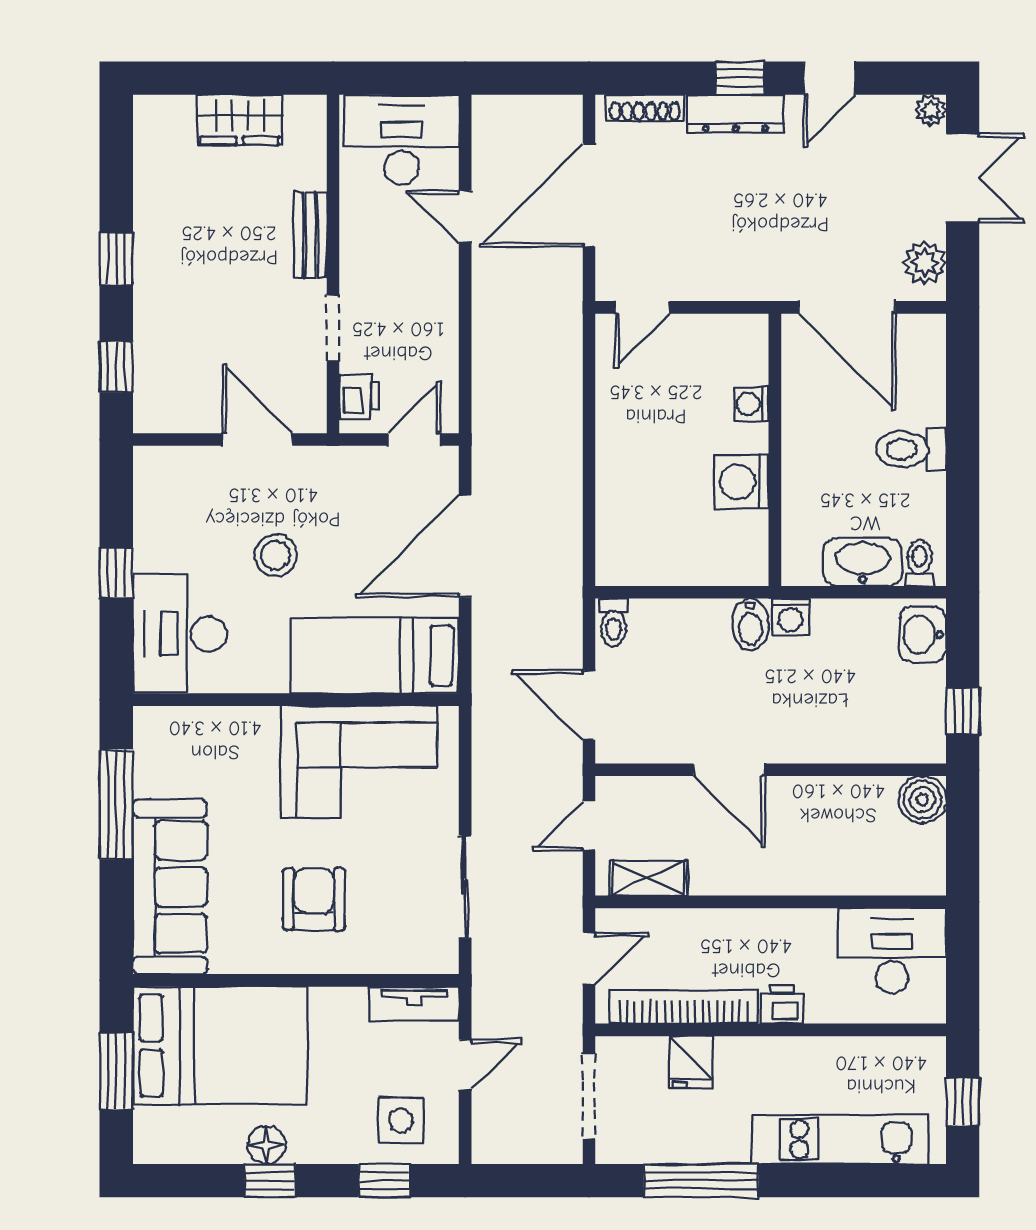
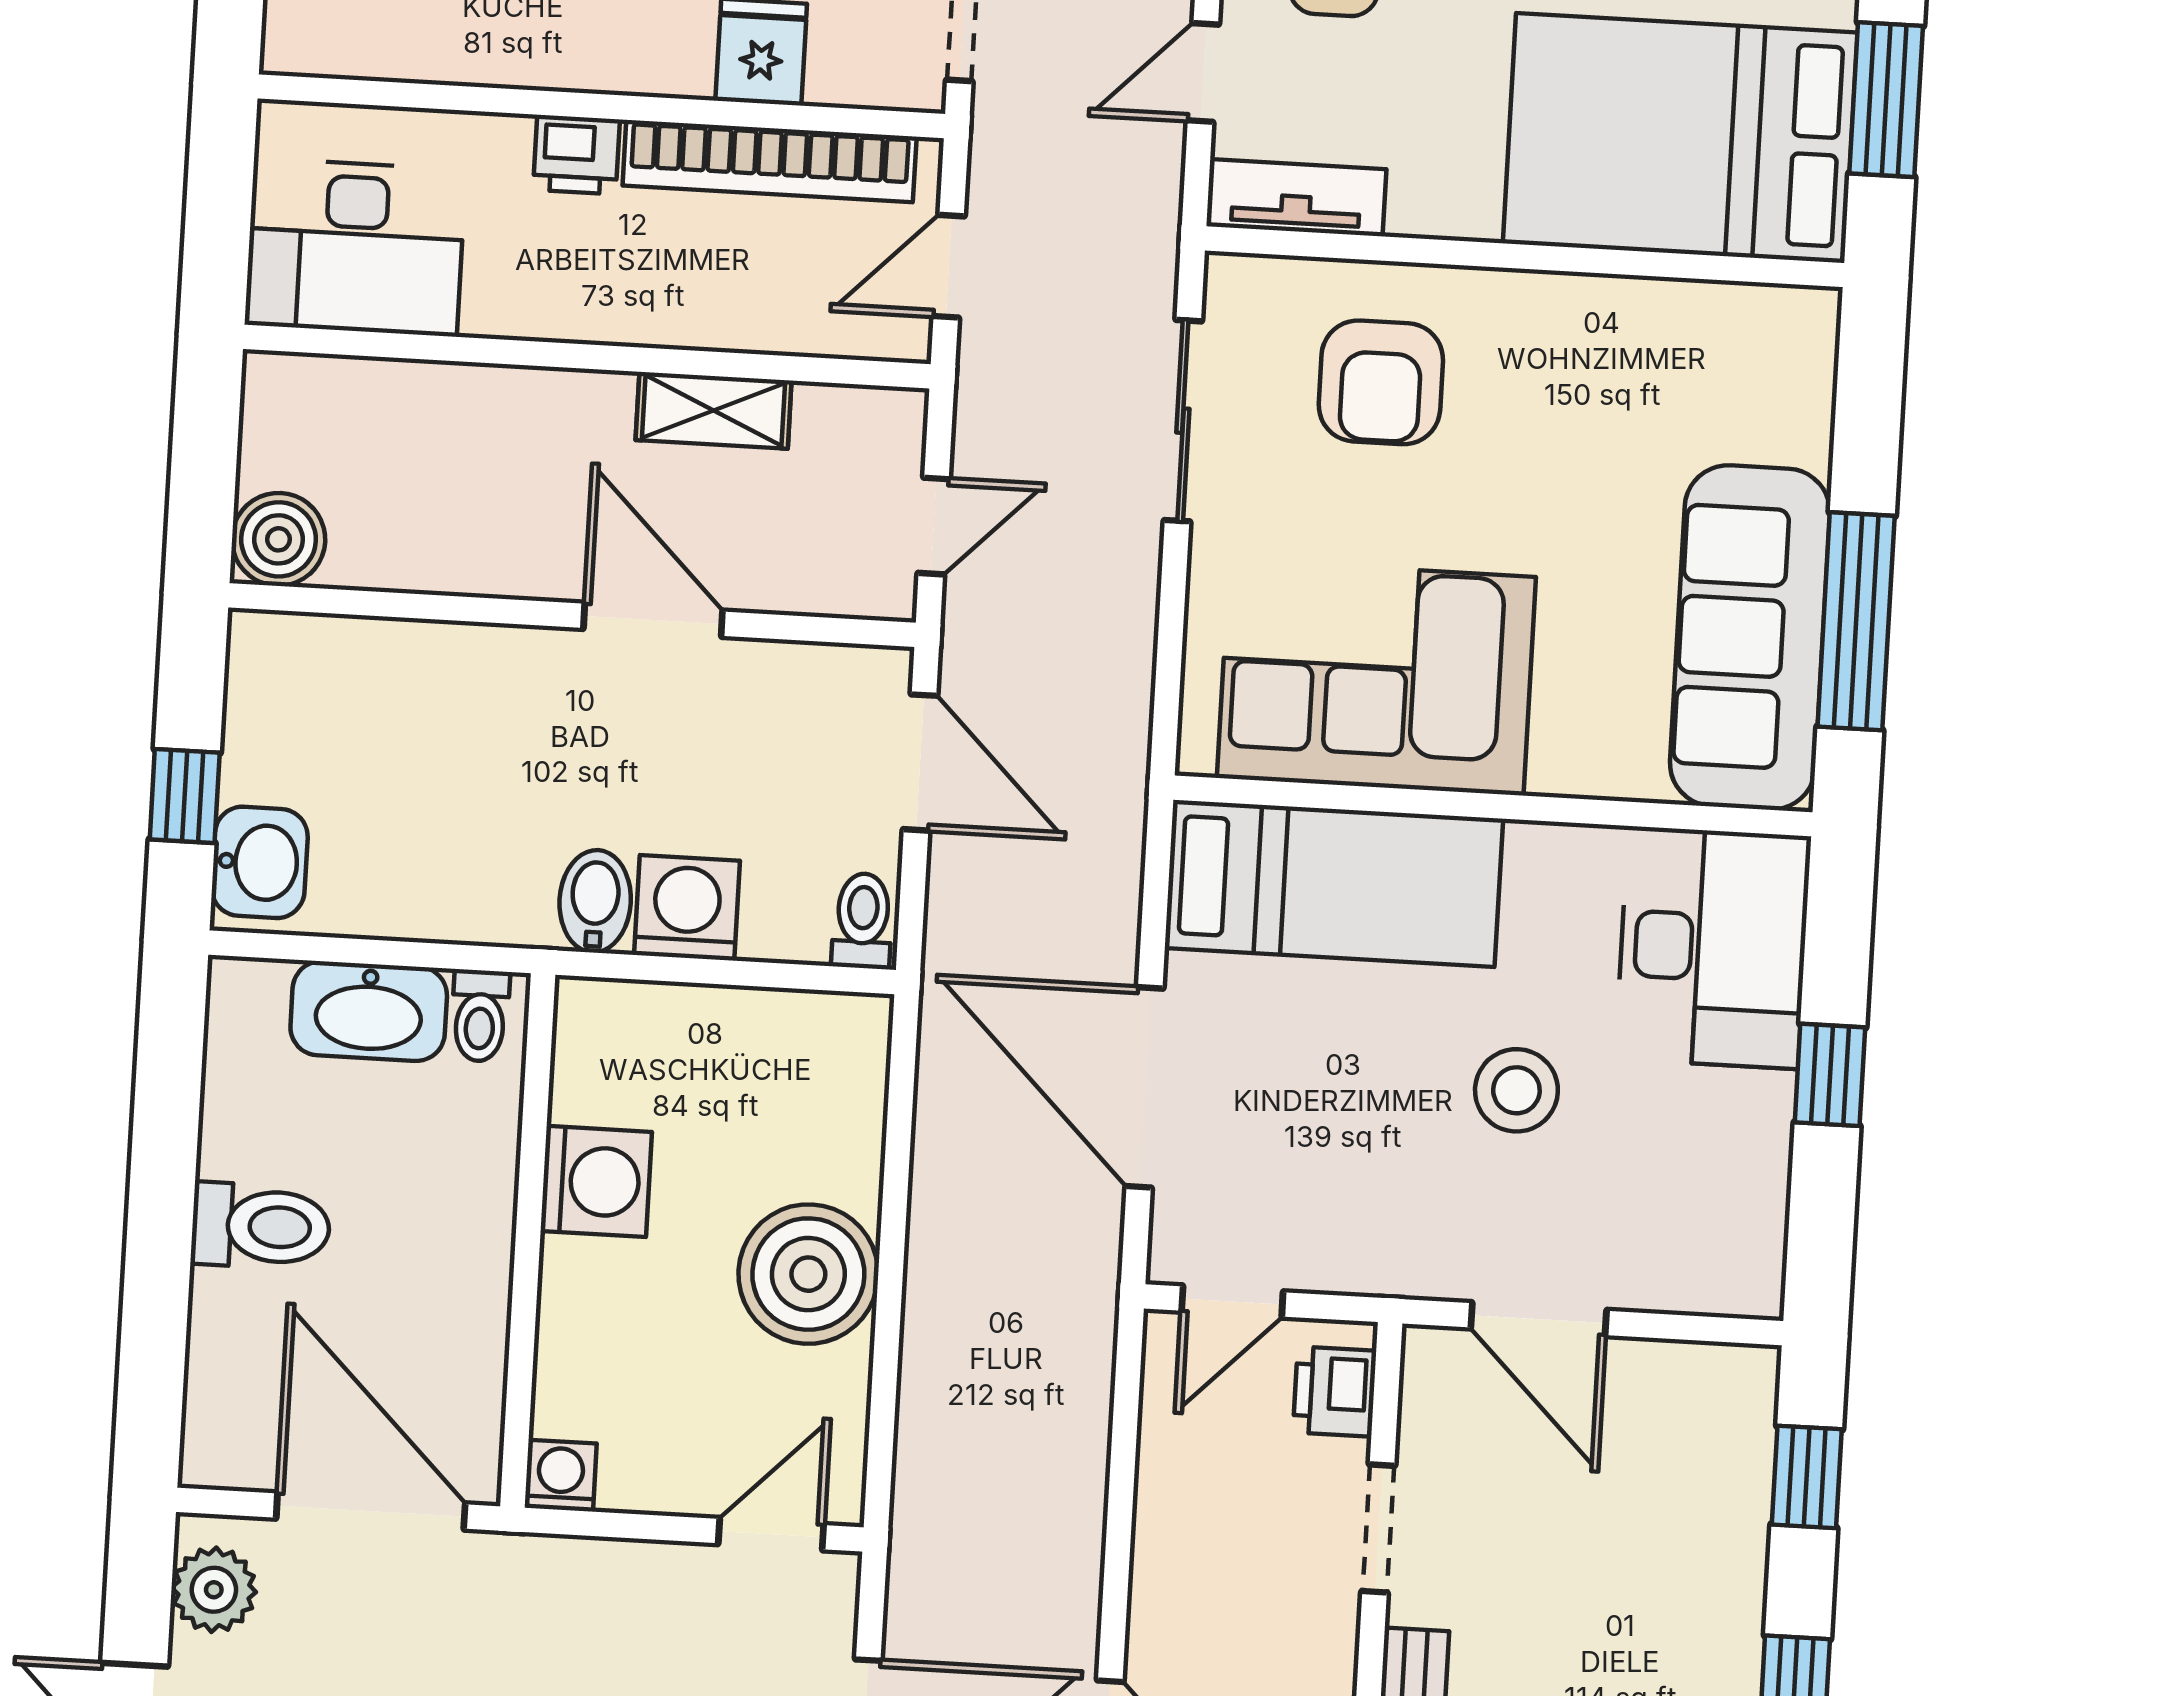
washing machine: (751, 404) -> (561, 1476), moved, turned -90
boiler: (631, 441) -> (808, 1274), added
door: (465, 546) -> (1144, 1087), swing flipped
toilet: (920, 563) -> (480, 1016), moved
washing machine: (790, 617) -> (687, 908), moved, width x1.38, depth x1.38
window: (963, 711) -> (185, 796), moved
shelving: (648, 878) -> (714, 410), moved
sofa: (170, 887) -> (1750, 637), moved
armchair: (314, 899) -> (1381, 382), moved

